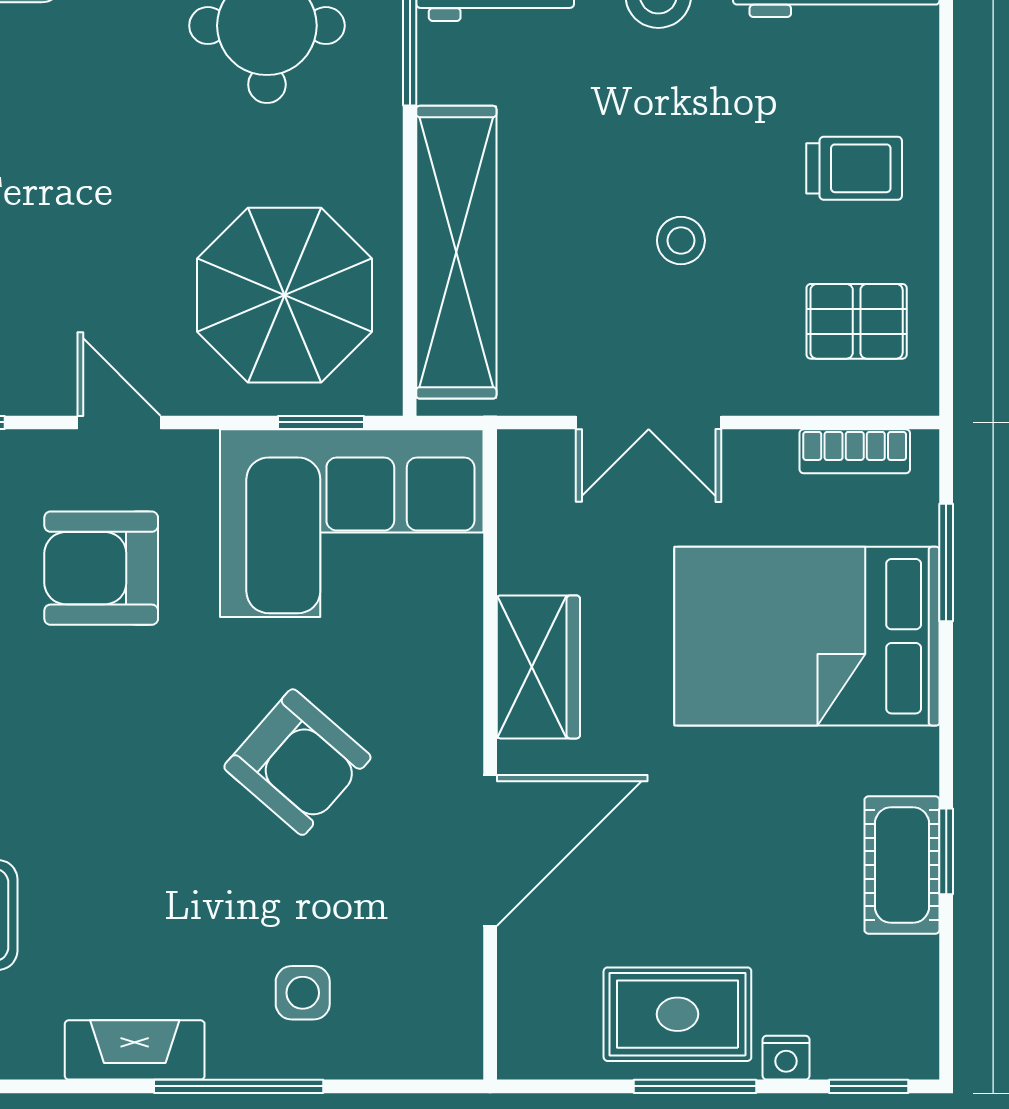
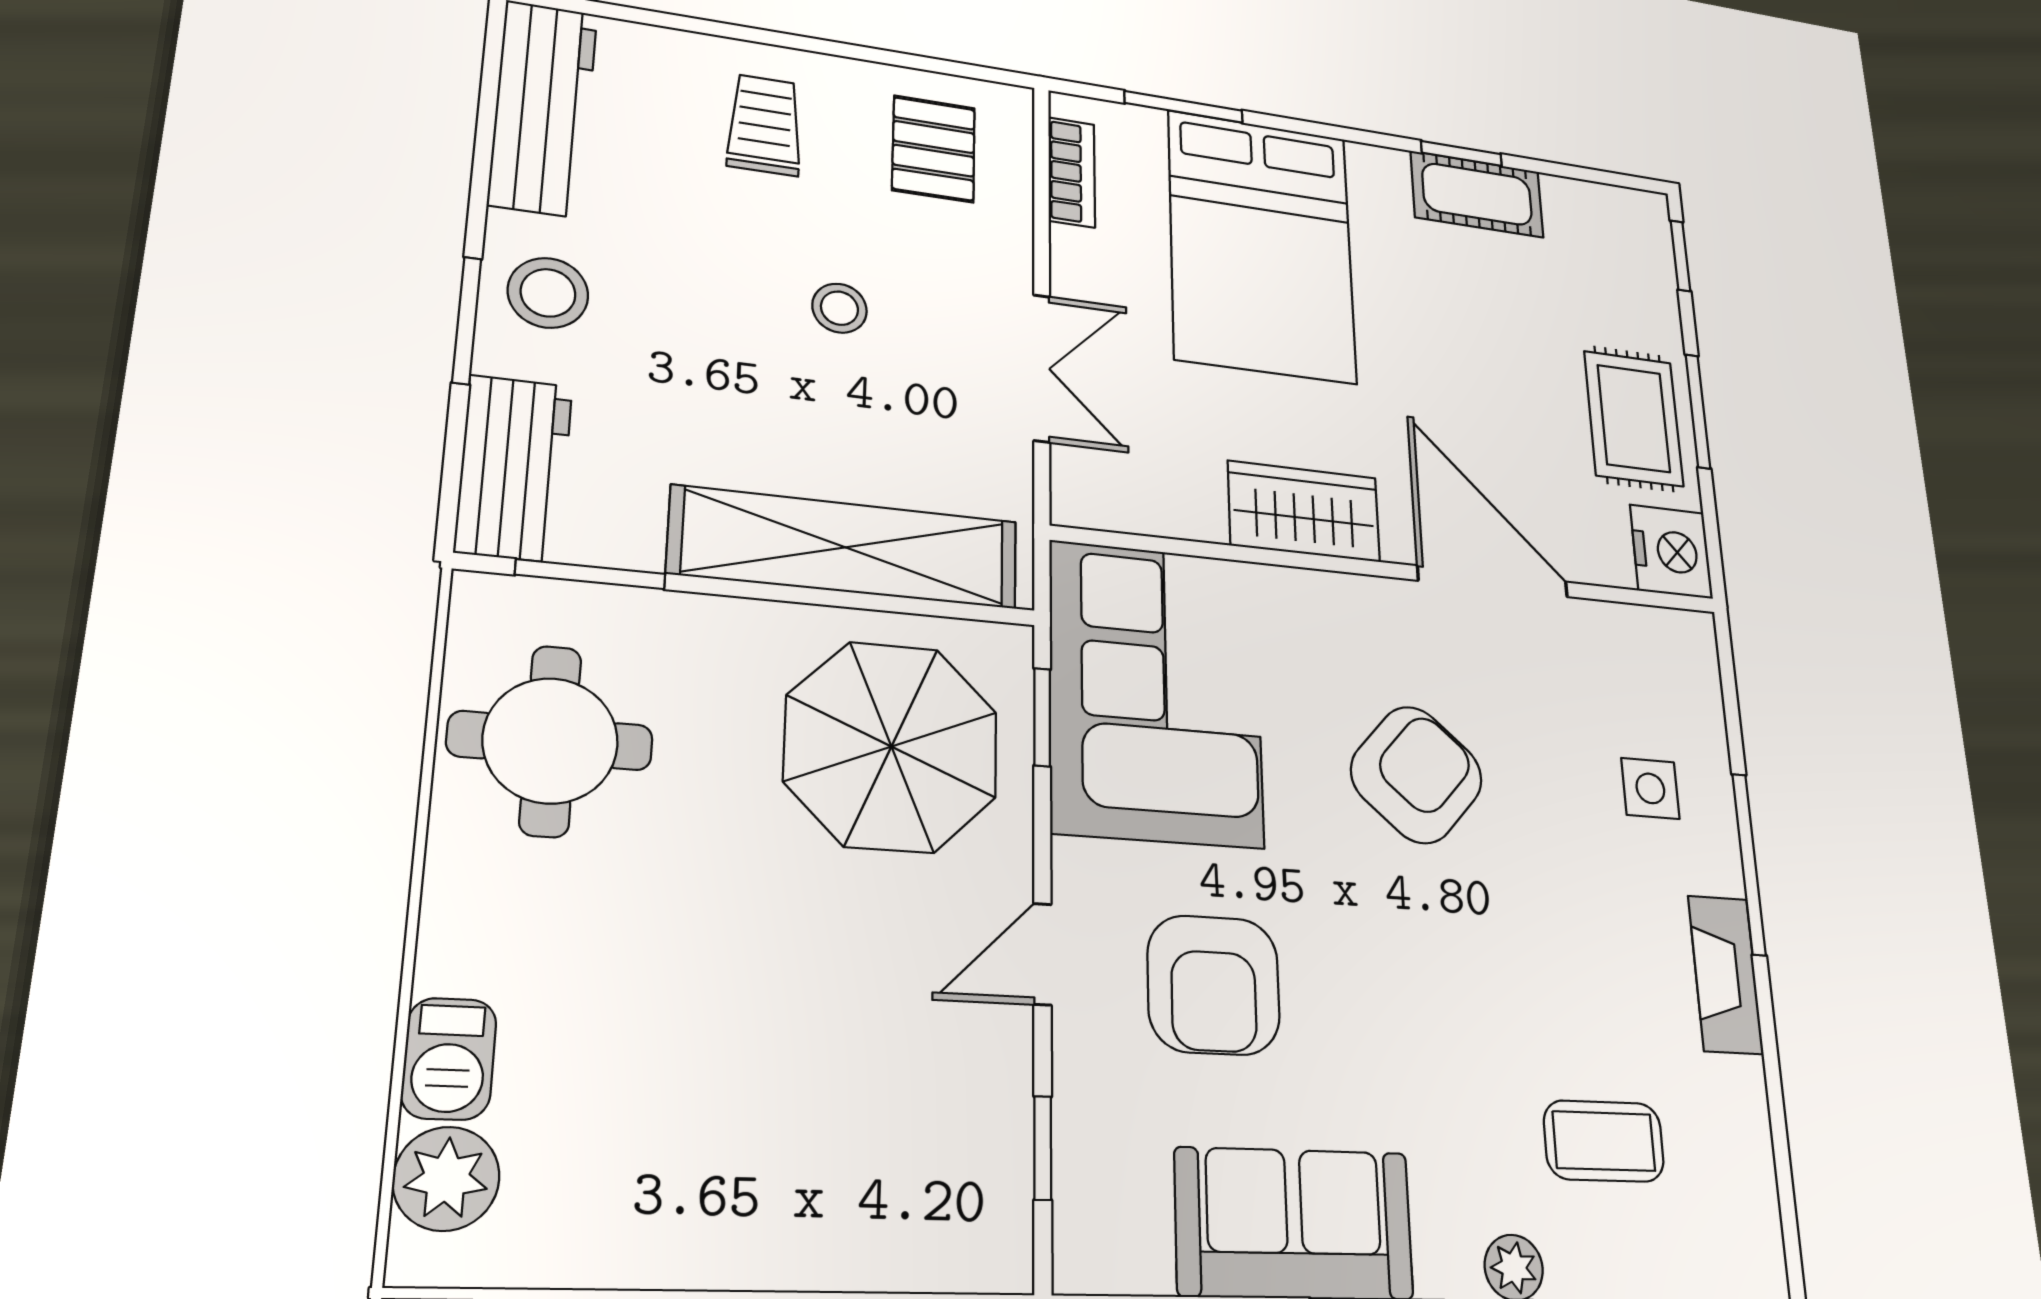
nightstand: (786, 1058) -> (1671, 552), moved, width x1.89, depth x1.79

